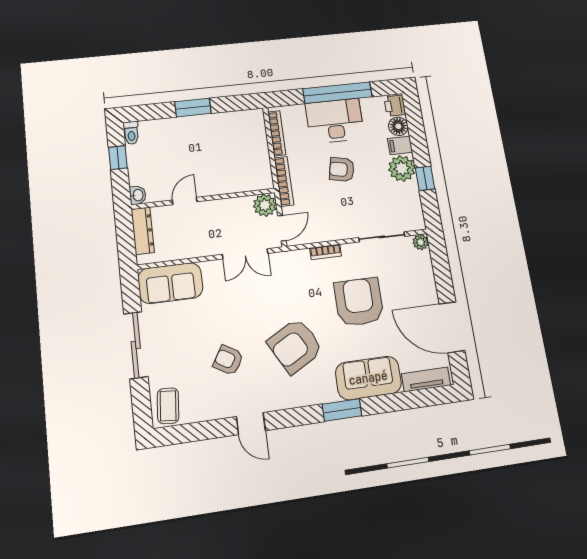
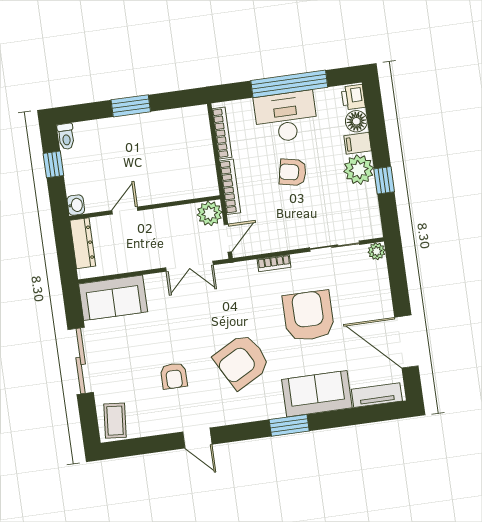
armchair: (228, 360) -> (174, 376), turned -121

